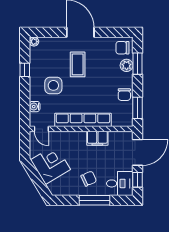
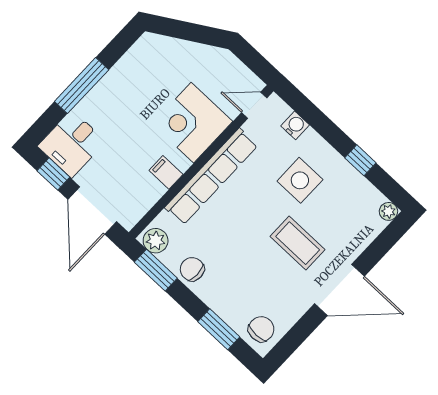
plant: (127, 65) -> (156, 241), moved
filing cabinet: (97, 138) -> (166, 172), width x0.50
corner desk: (51, 165) -> (192, 123), moved, turned 121
chair: (89, 179) -> (120, 106), removed

